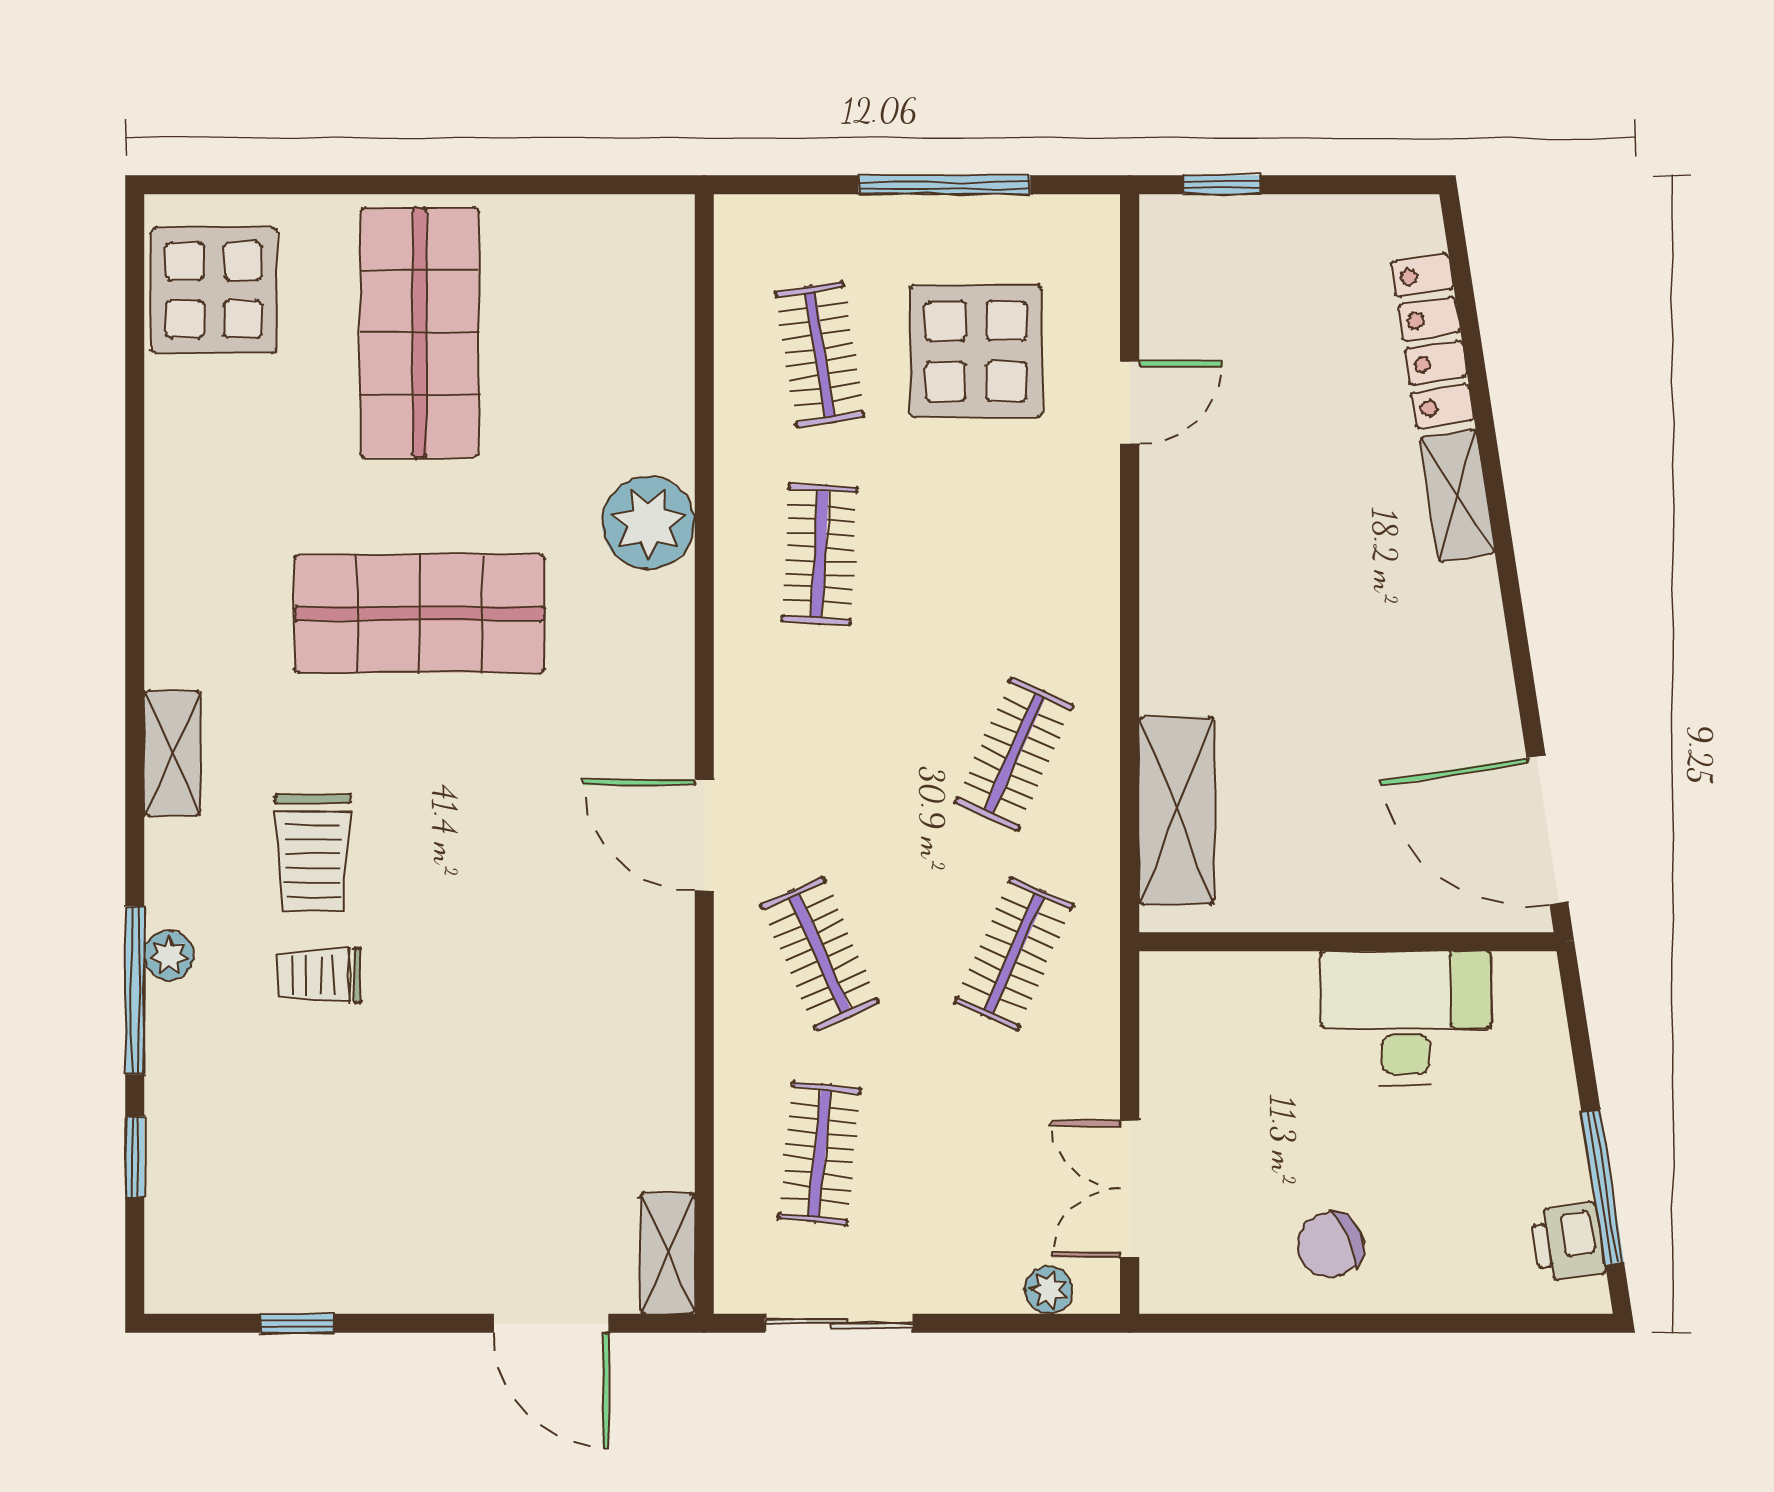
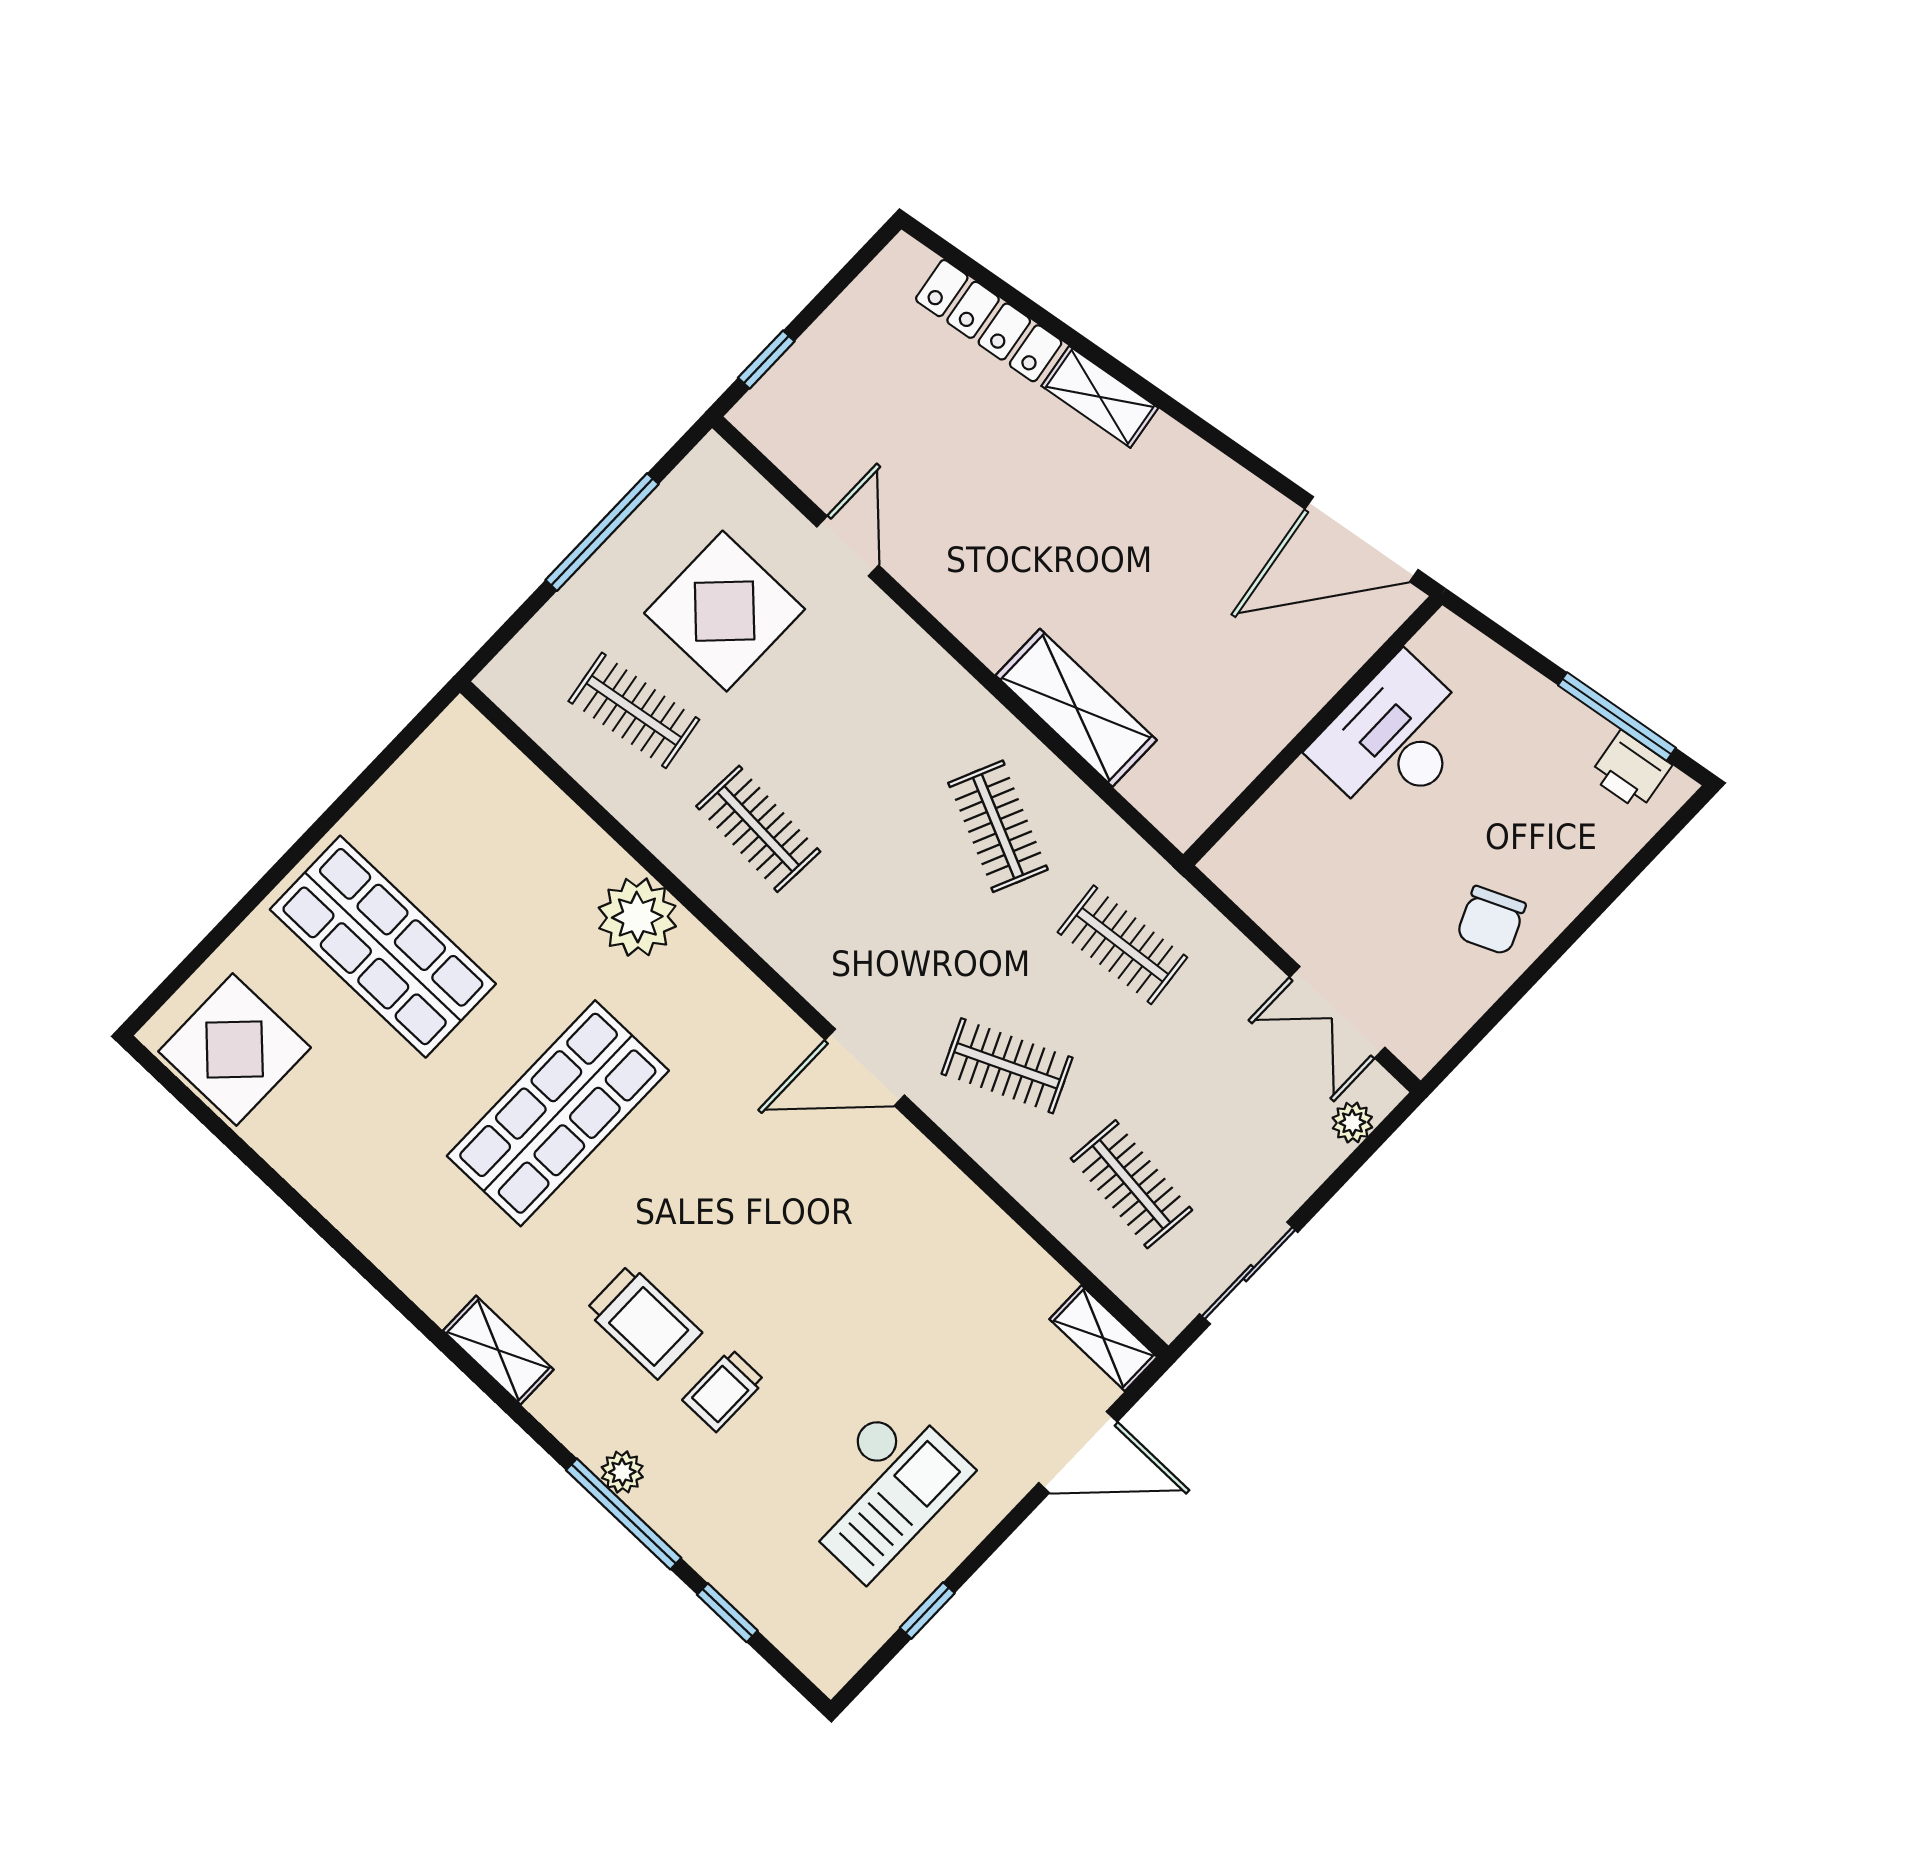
shelving: (1177, 810) -> (1076, 708), moved
clothes rail: (1014, 954) -> (1122, 945), turned -30
checkout: (362, 1187) -> (881, 1490), added

